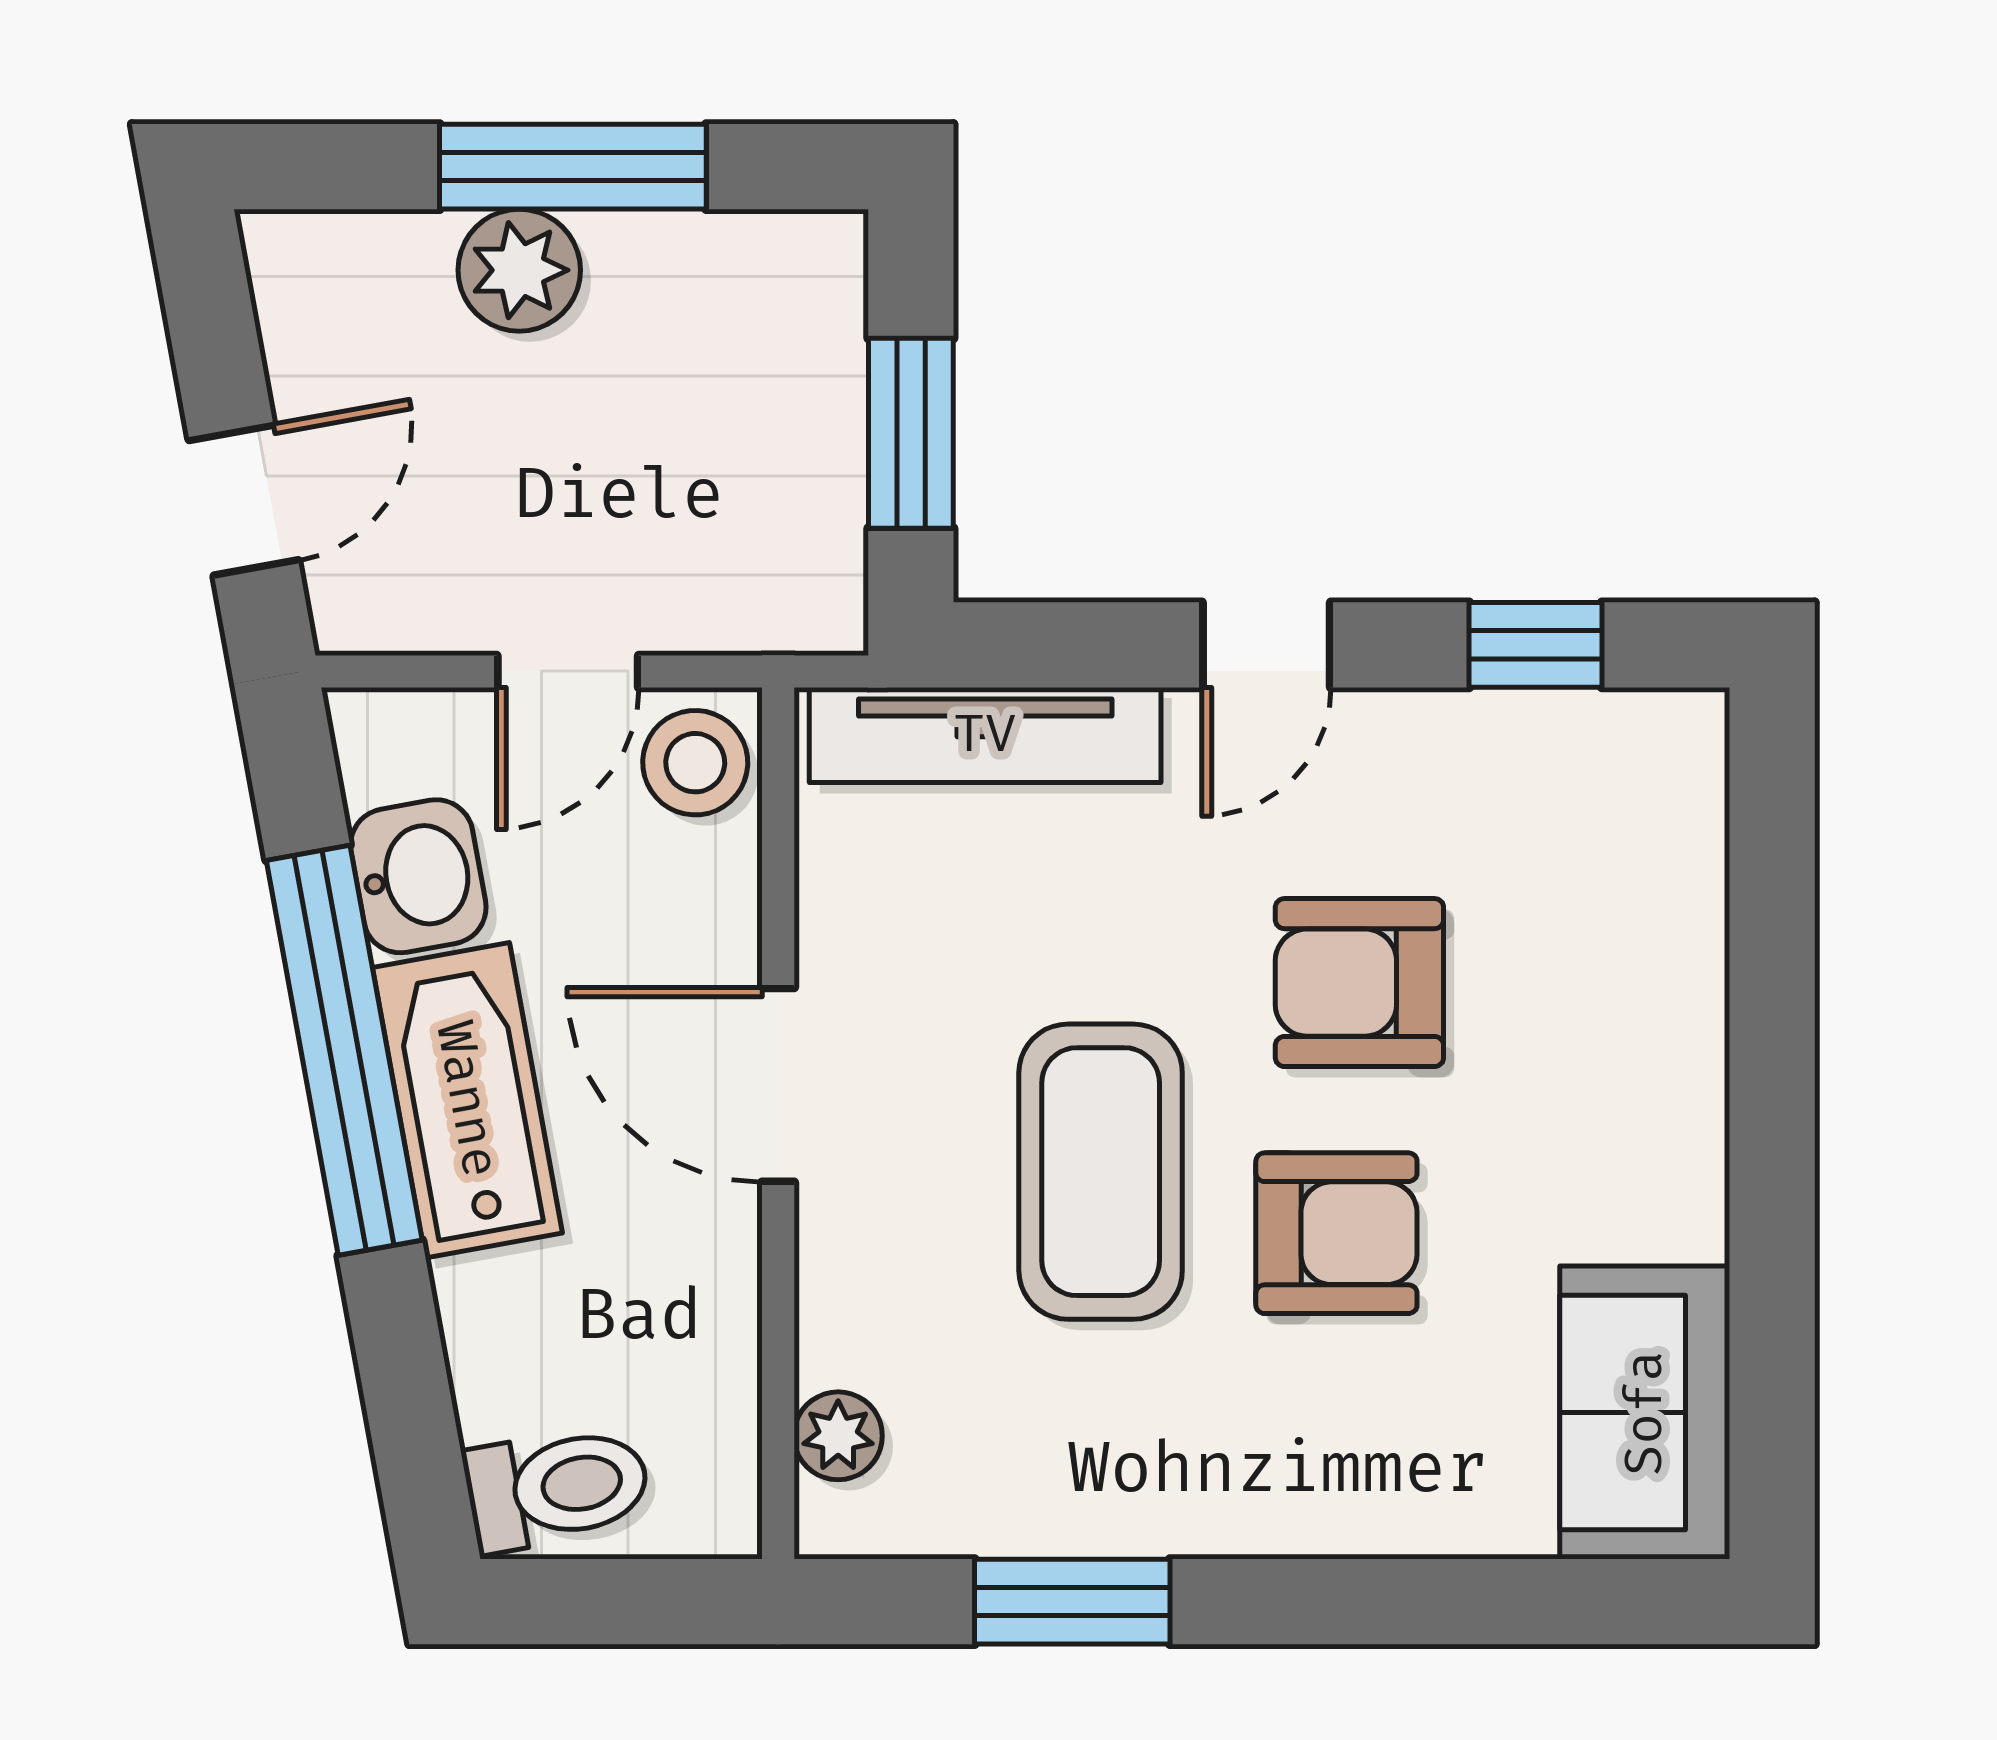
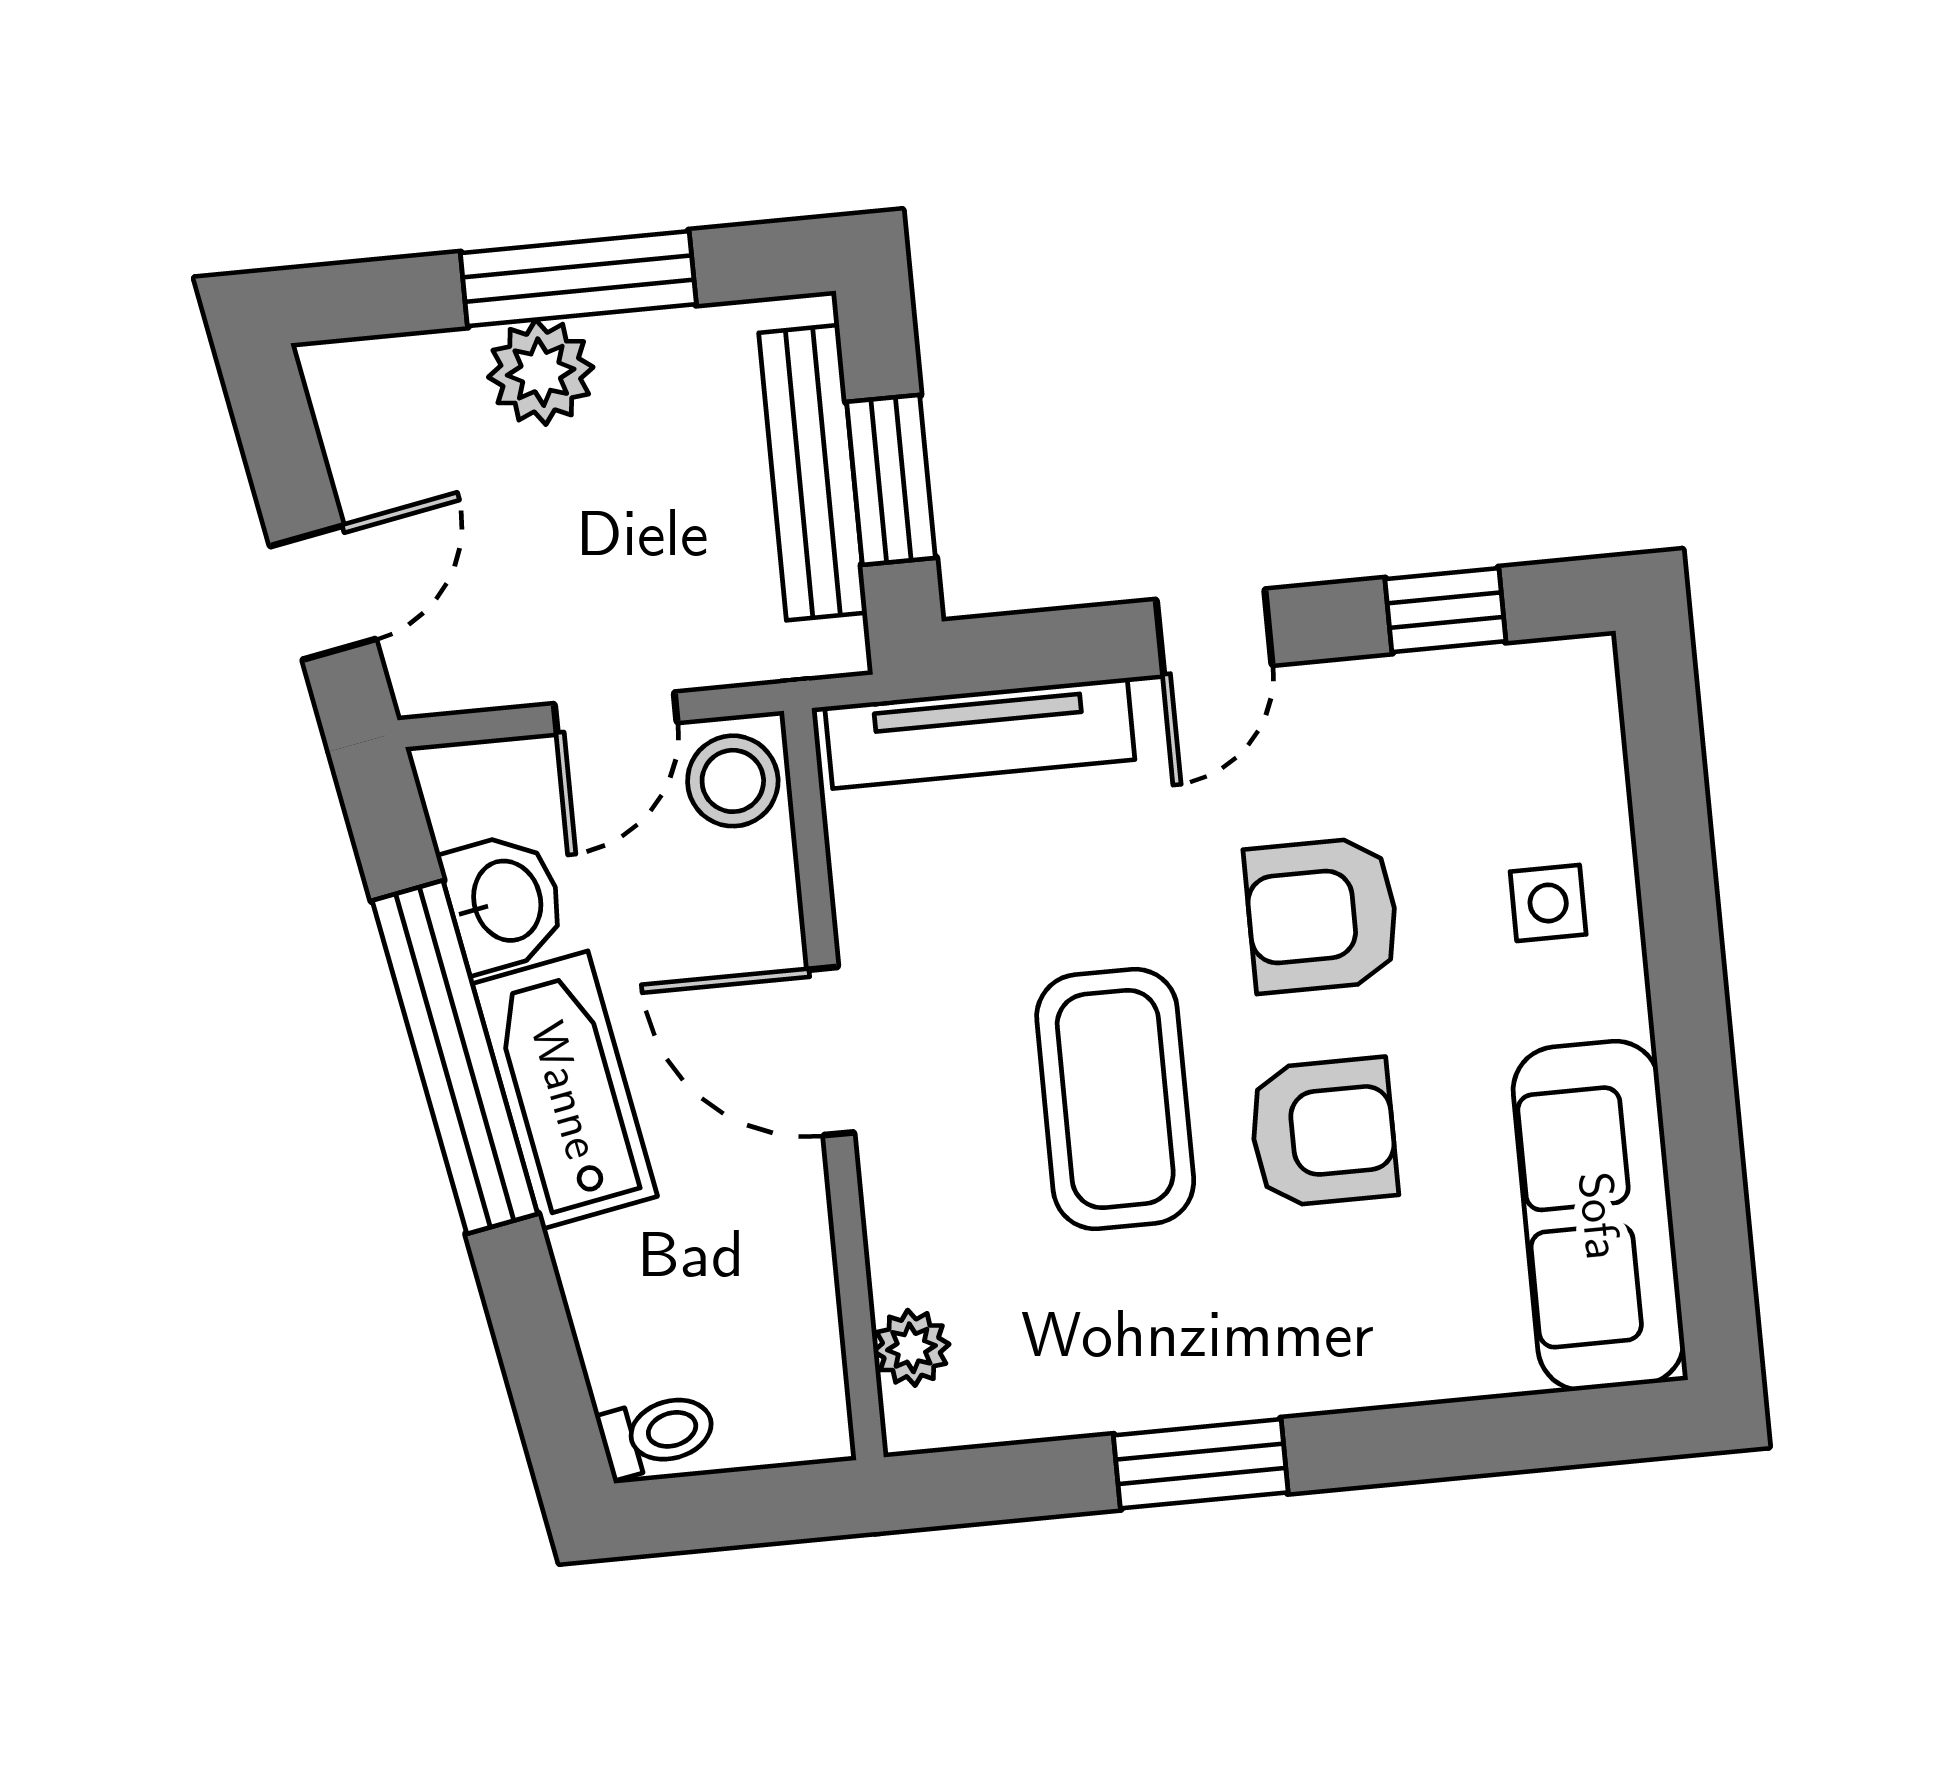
bench: (822, 416) -> (813, 473), added
side table: (1621, 994) -> (1548, 903), added
sofa: (1645, 1413) -> (1599, 1216), width x1.36
toilet: (557, 1488) -> (657, 1434), width x0.73, depth x0.72
window: (1072, 1602) -> (1201, 1464), moved

